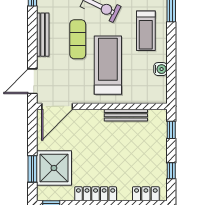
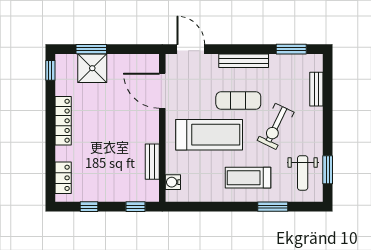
water cooler: (161, 69) -> (173, 182), moved, turned 90
door: (57, 106) -> (162, 91), moved
bench: (126, 115) -> (152, 162), width x0.73
shower: (54, 168) -> (92, 68), width x0.73, depth x0.73

